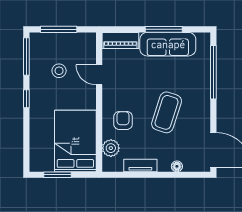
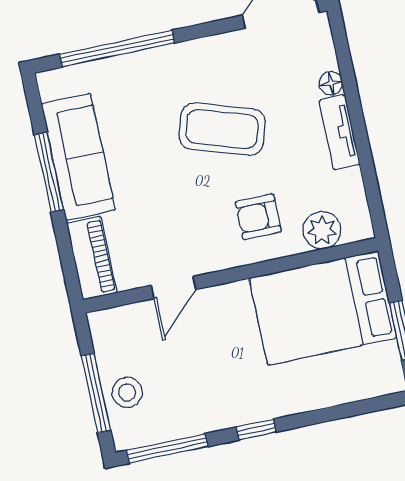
stool: (59, 71) -> (127, 392), moved
tv unit: (140, 165) -> (339, 132), moved

